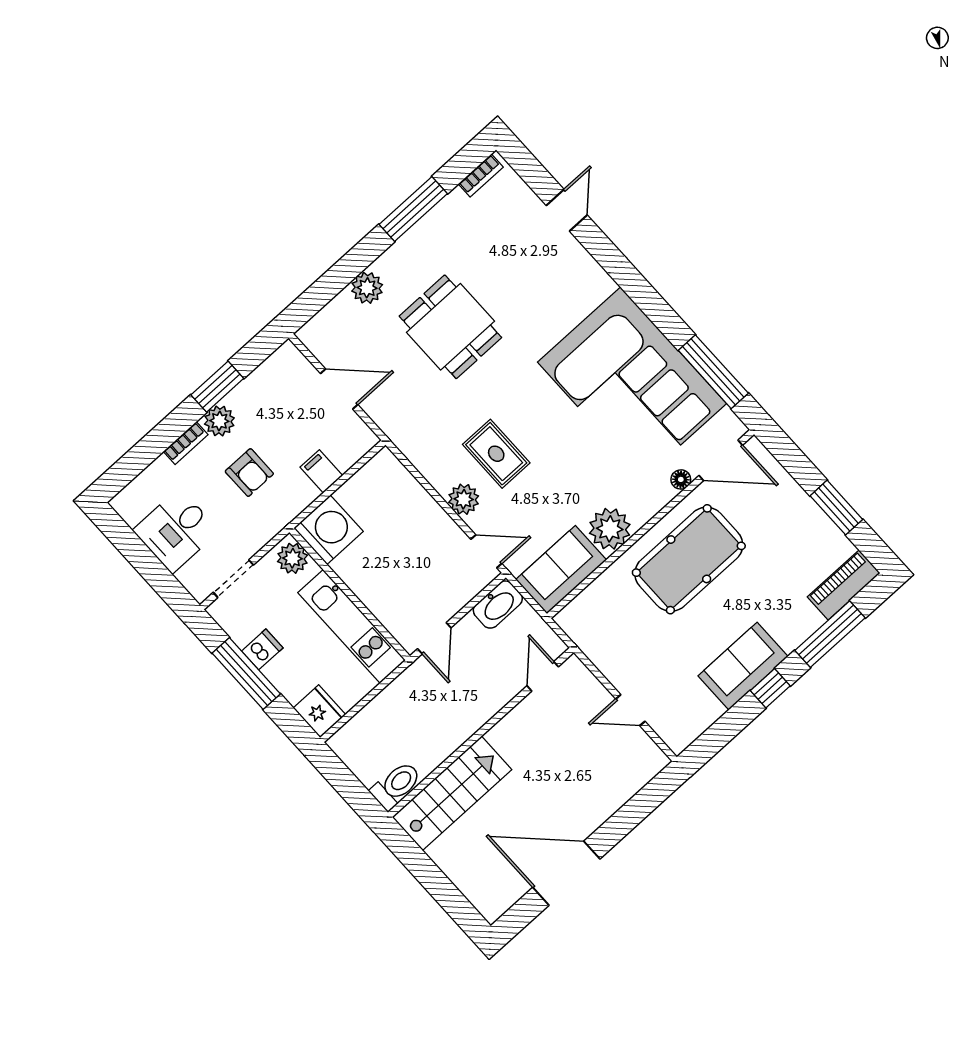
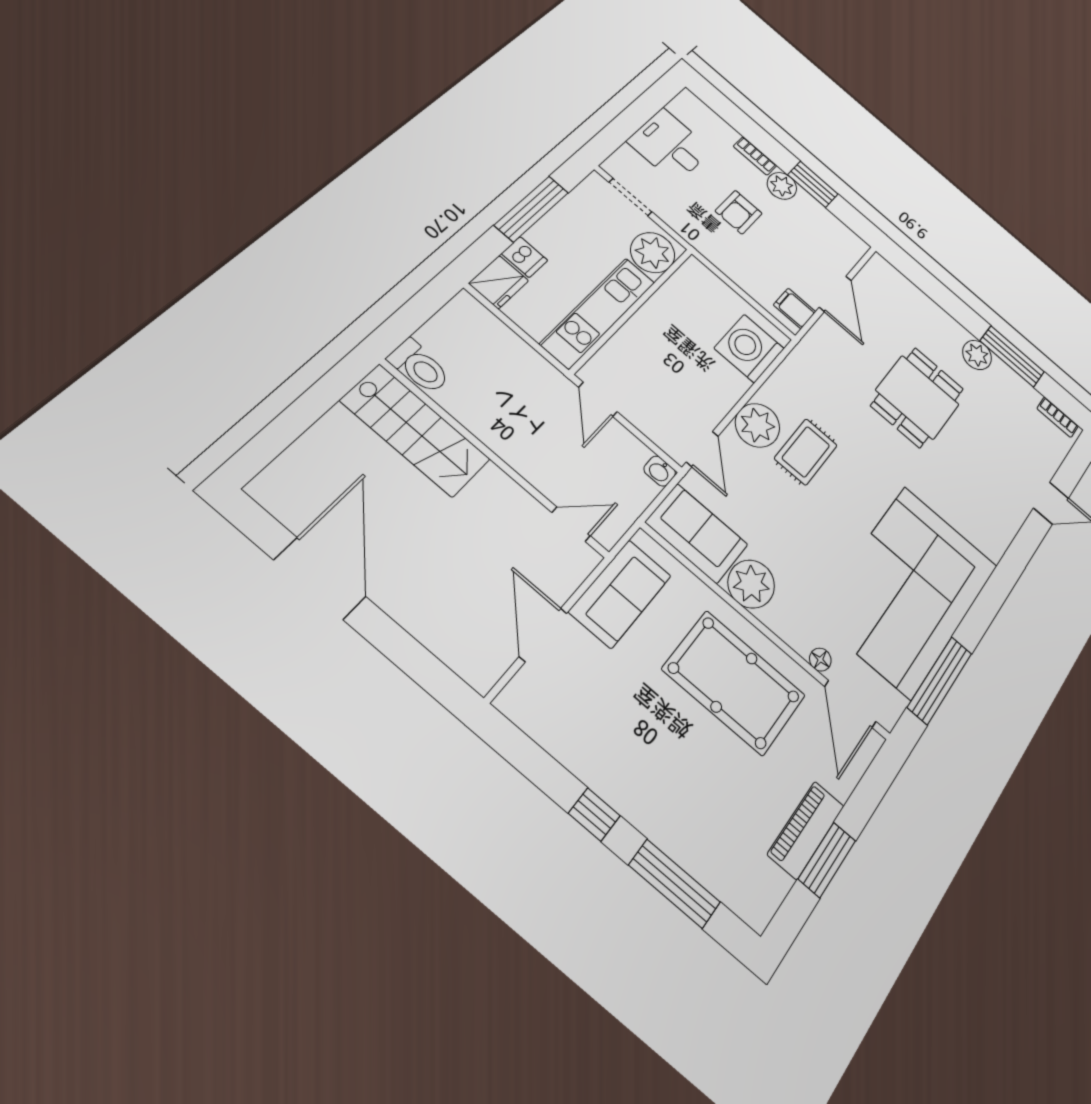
plant: (367, 288) -> (977, 355), moved
filing cabinet: (321, 471) -> (795, 308), moved, turned -90
plant: (464, 499) -> (757, 425), width x1.36, depth x1.36
washing machine: (328, 530) -> (749, 348), moved, turned 180
plant: (292, 558) -> (653, 253), width x1.36, depth x1.36
piano: (844, 585) -> (806, 830), moved, turned -90
washbasin: (498, 605) -> (660, 471), width x0.52, depth x0.69
door: (434, 638) -> (598, 399), hinge flipped
dishwasher: (262, 649) -> (525, 257), moved
sofa: (743, 666) -> (620, 594), moved, turned 90
door: (630, 710) -> (543, 635), width x1.38

